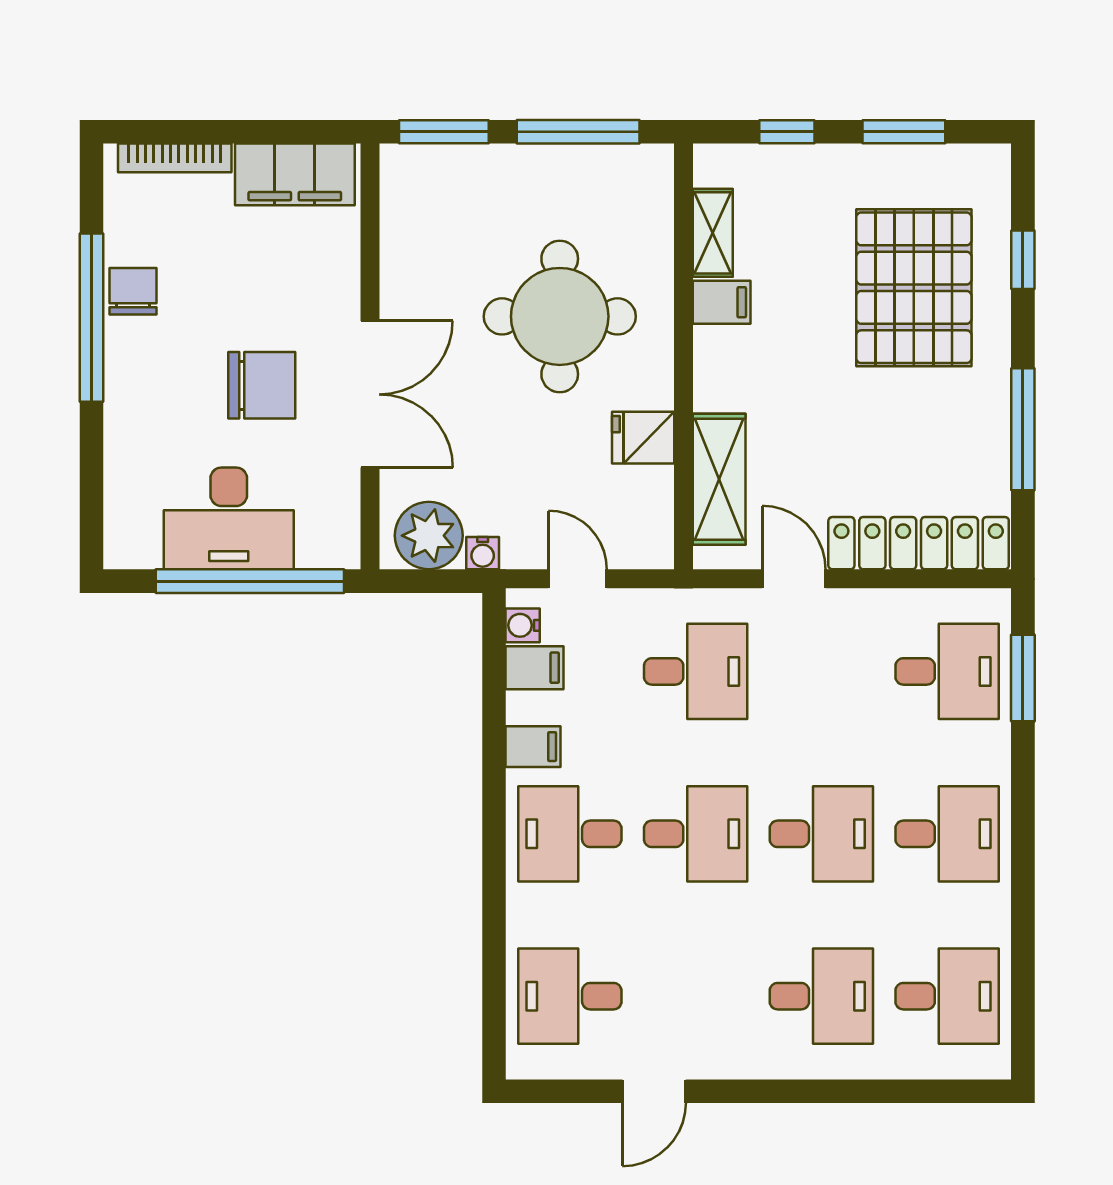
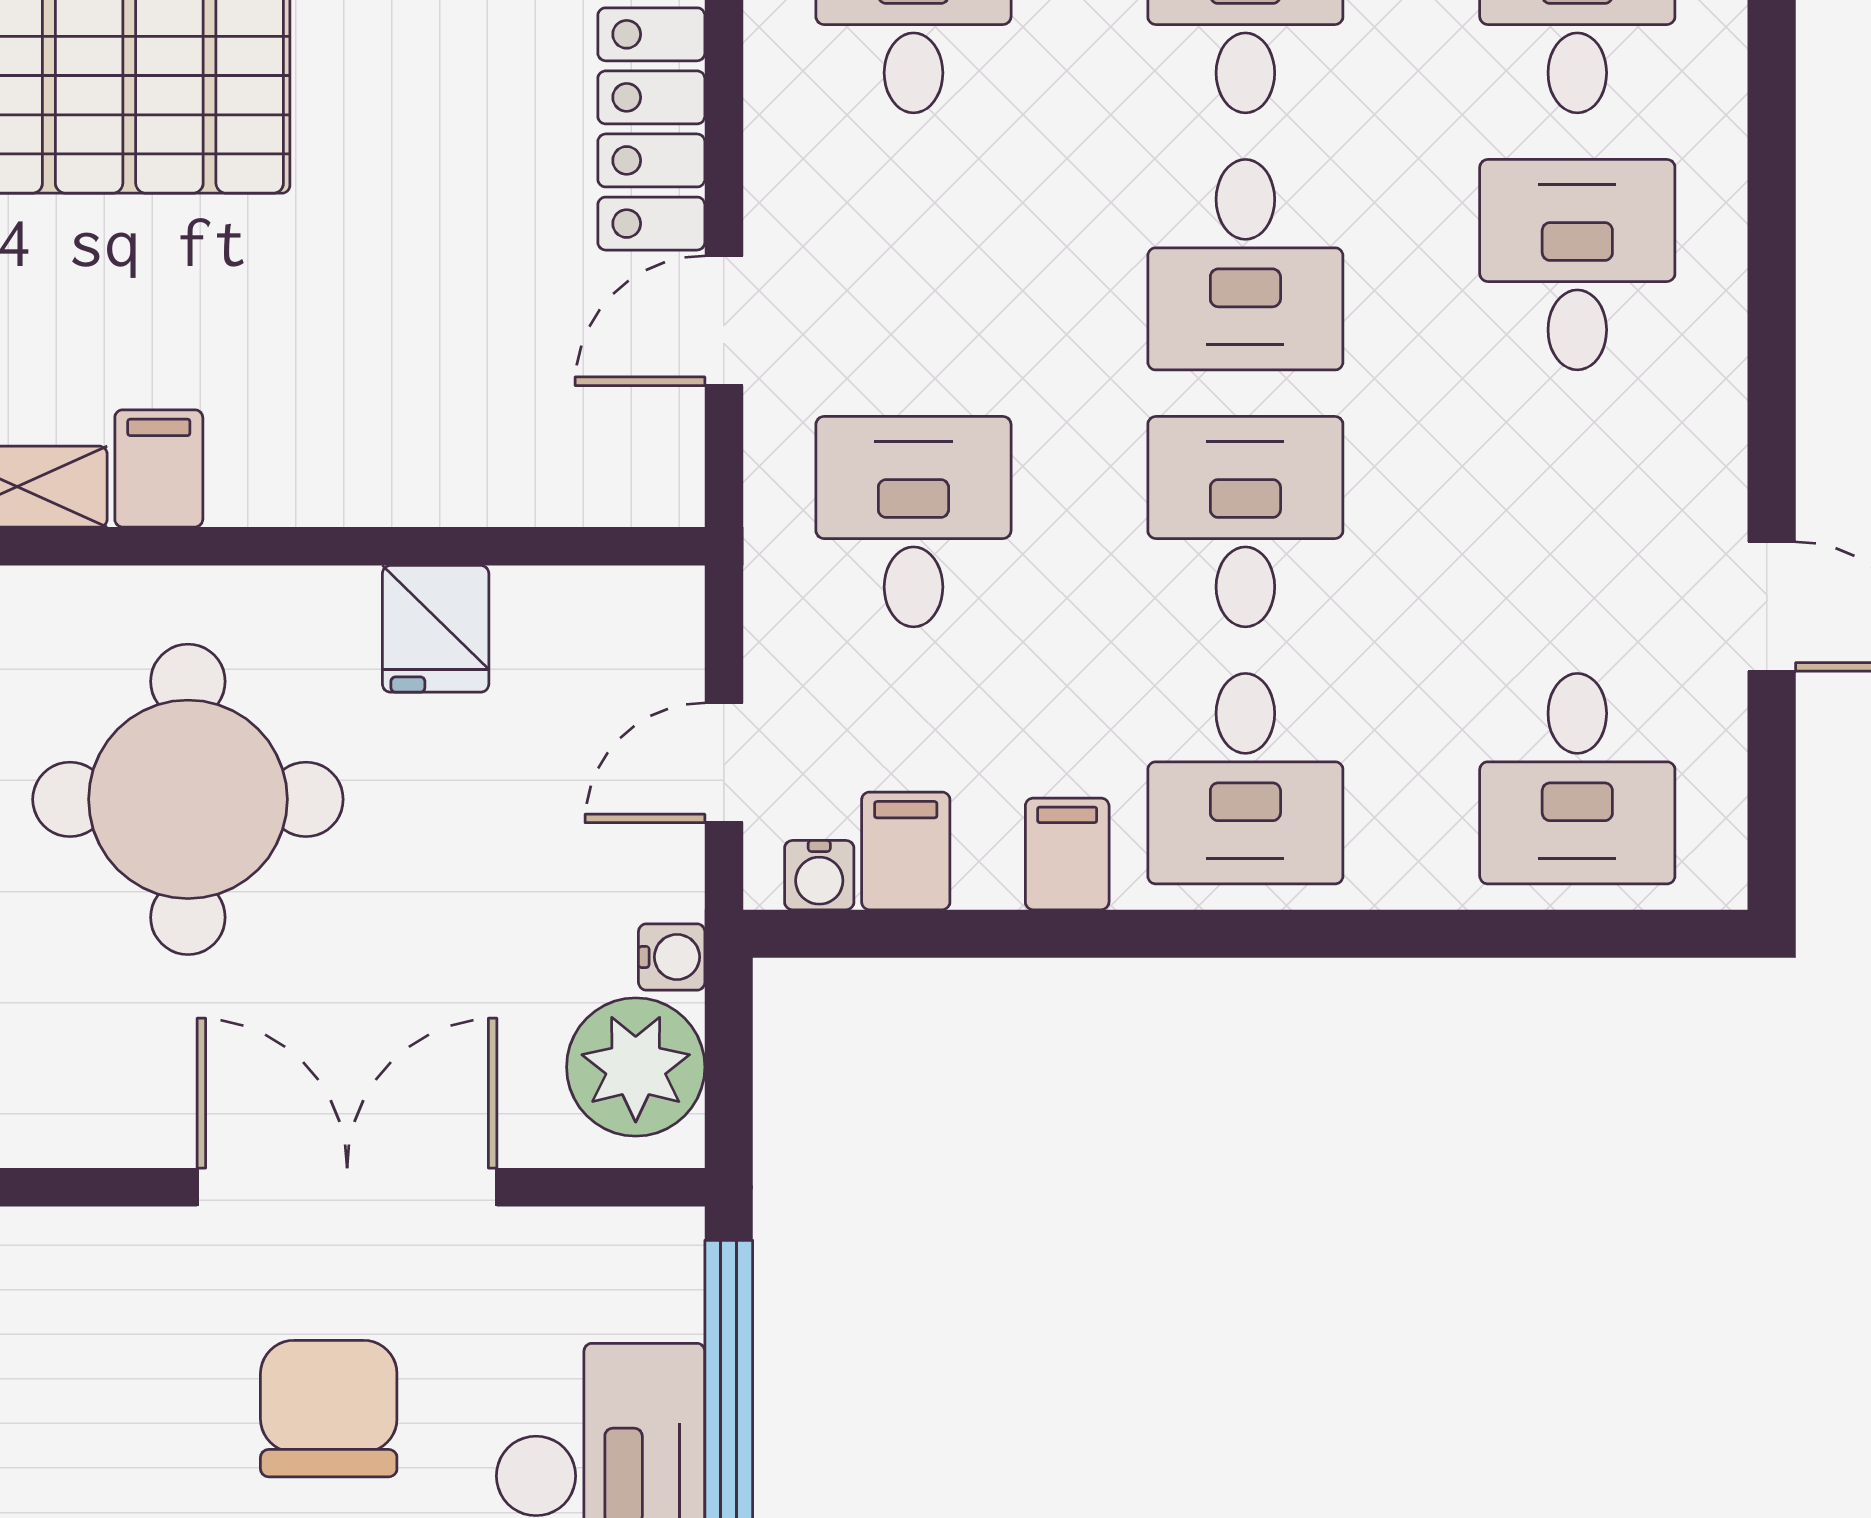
shelving: (719, 479) -> (521, 473), removed
desk: (821, 834) -> (1245, 265), turned 180

